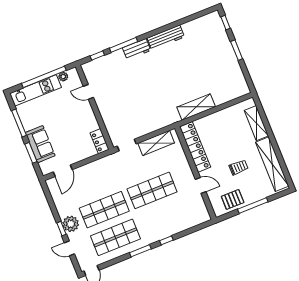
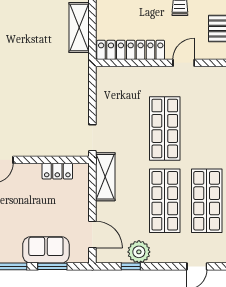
locker: (100, 141) -> (57, 171), moved
shelving: (156, 143) -> (105, 177), moved
plant: (71, 224) -> (139, 252), moved
window: (61, 229) -> (131, 266), moved

